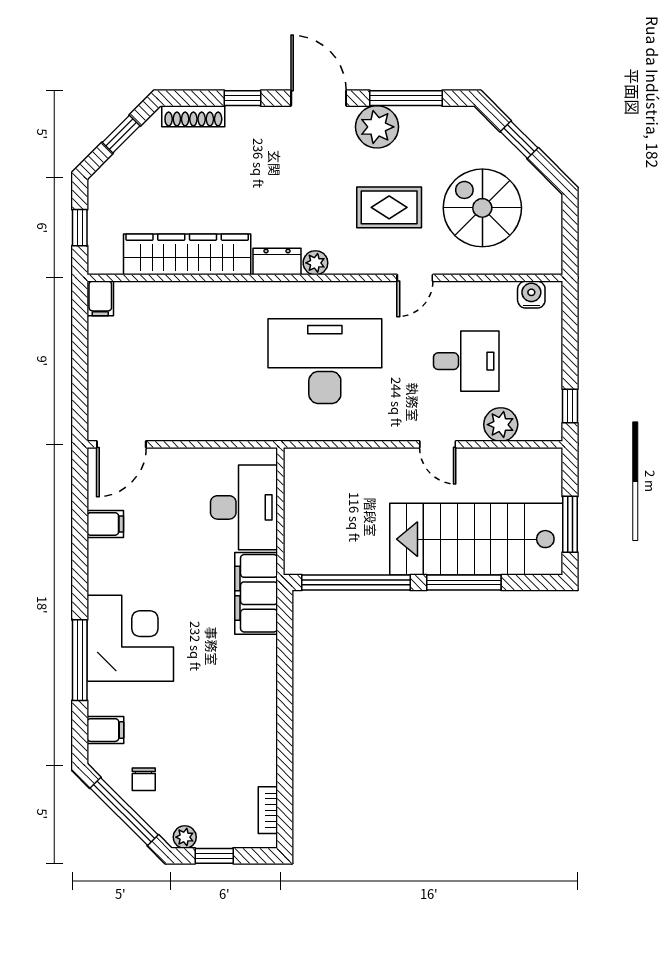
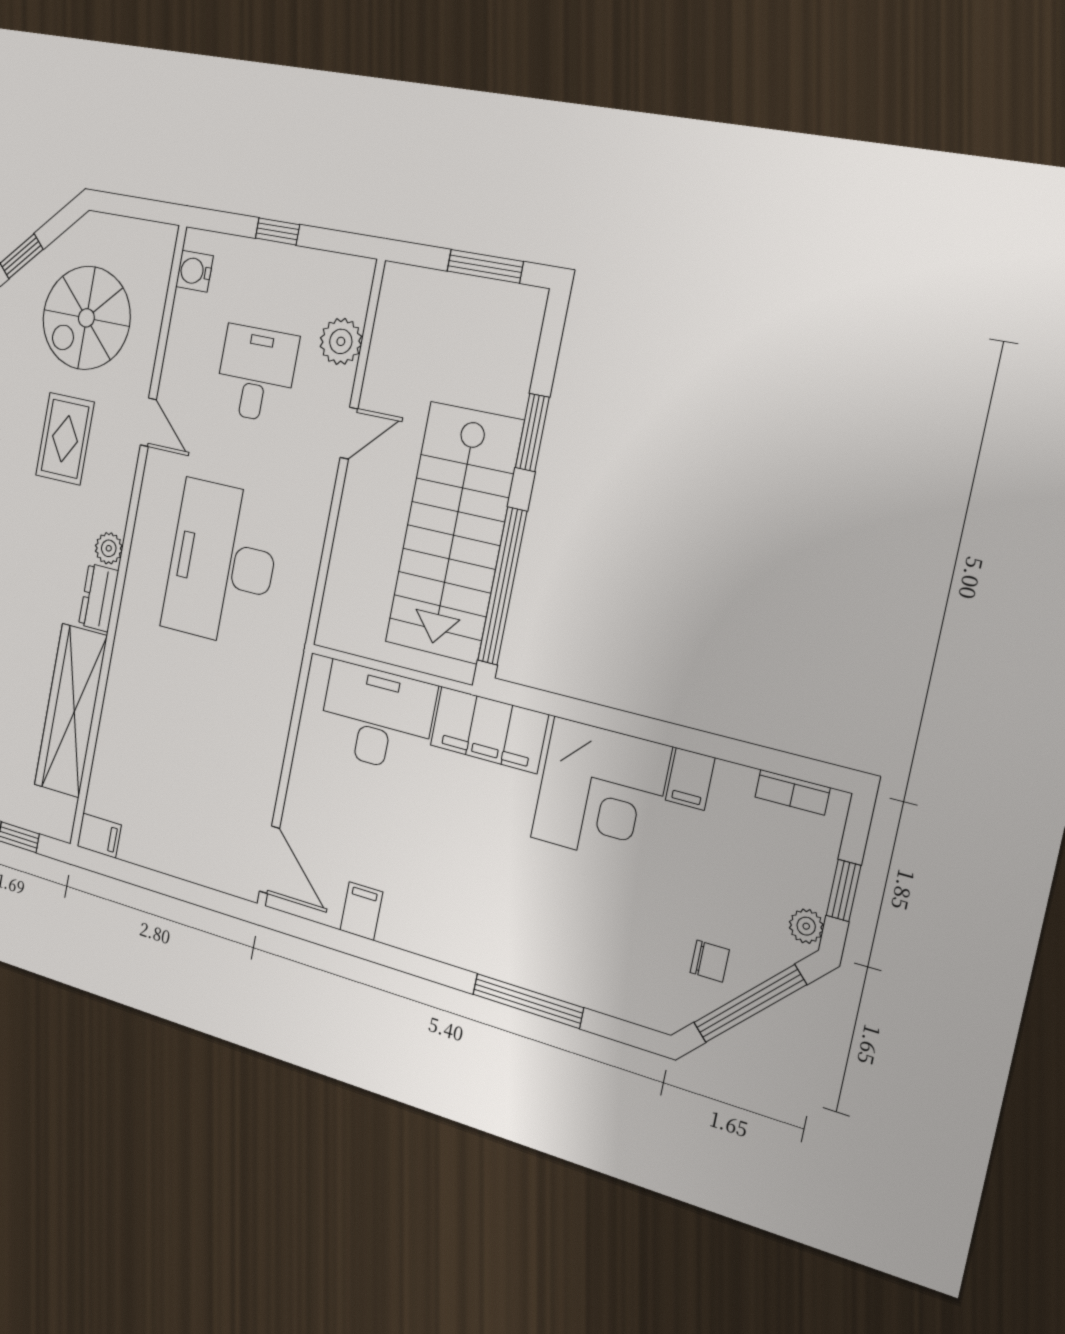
window: (570, 406) -> (277, 231), moved
stairs: (476, 539) -> (454, 532), moved
window: (464, 583) -> (532, 433), width x0.69
corner desk: (130, 638) -> (601, 793), moved, turned 180
filing cabinet: (105, 730) -> (690, 779), moved, turned 180

